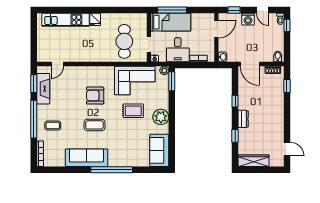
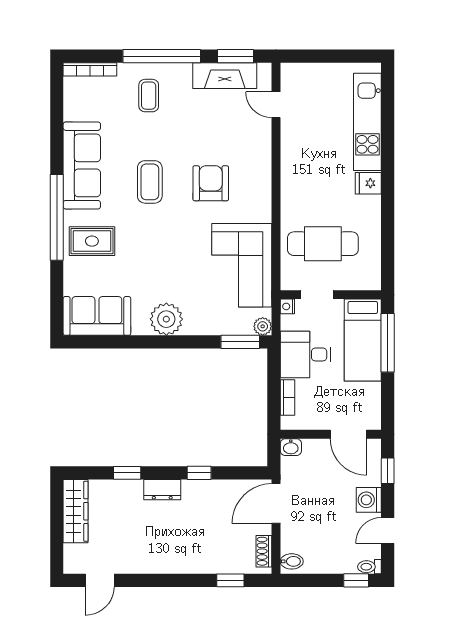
rug: (133, 111) -> (92, 241), moved, turned 90

